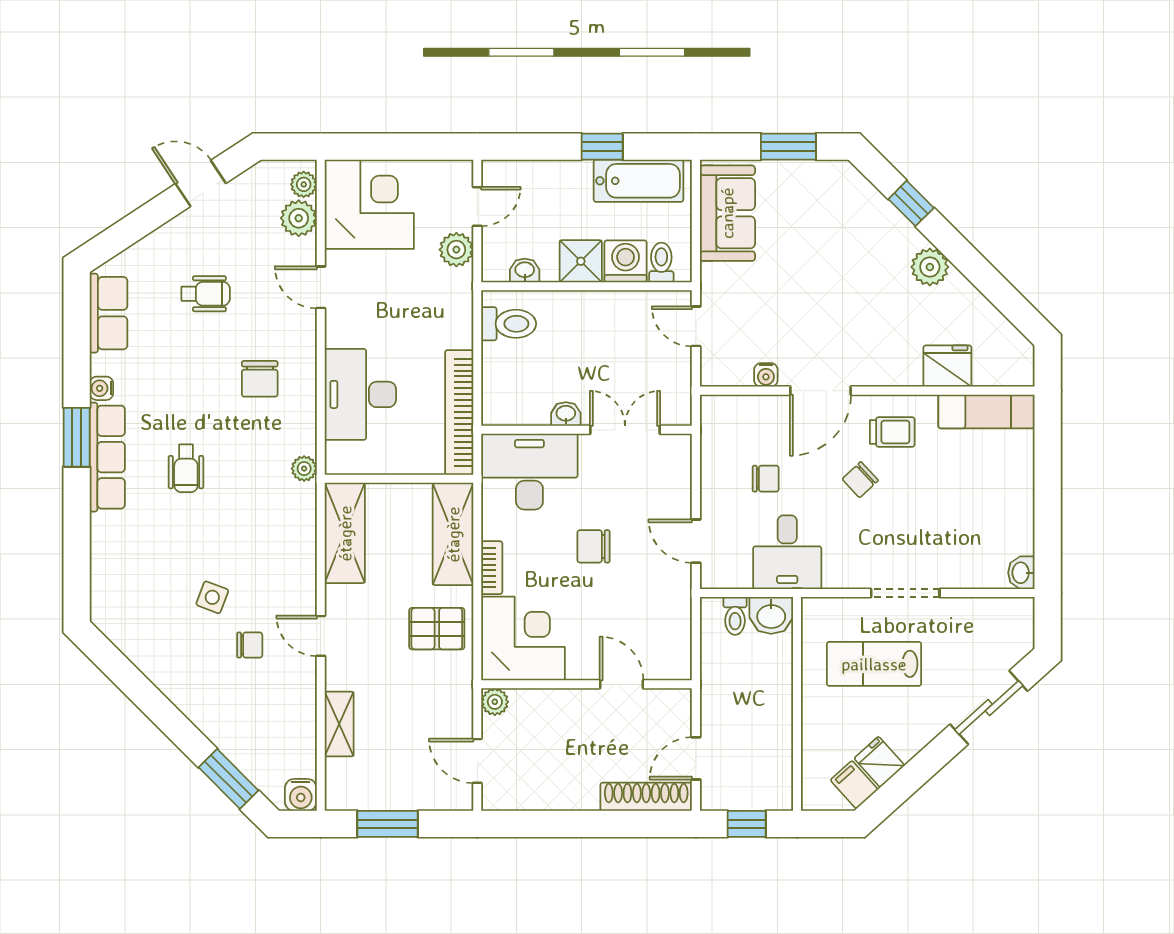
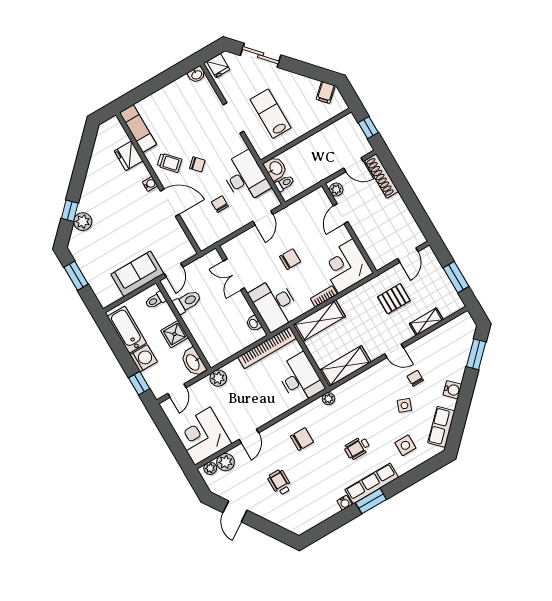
window: (602, 147) -> (139, 383), moved
door: (477, 206) -> (177, 391), swing flipped
sofa: (727, 213) -> (137, 274), moved
plant: (456, 250) -> (218, 378), moved
washing machine: (626, 261) -> (144, 358), moved, turned 180
plant: (930, 267) -> (83, 222), moved
washbasin: (525, 270) -> (193, 362), width x1.91, depth x1.45
row of seats: (109, 313) -> (441, 427), moved, turned -45
toilet: (509, 324) -> (187, 302), moved, turned 90
water cooler: (766, 375) -> (150, 184), moved
desk: (360, 394) -> (300, 378), moved, turned -90
washbasin: (566, 414) -> (254, 323), moved
trolley: (892, 432) -> (170, 163), turned 138
wheelchair: (186, 468) -> (357, 448), turned 180
chair: (594, 546) -> (290, 259), turned -90
desk: (787, 552) -> (245, 177), width x1.37
side table: (140, 557) -> (405, 445), added
pallet: (437, 629) -> (394, 299), moved, turned 90
door: (321, 636) -> (394, 351), hinge flipped
lab bench: (874, 664) -> (271, 114), turned 180
plant: (495, 702) -> (336, 189), moved
fridge: (879, 762) -> (218, 66), moved, turned -48
water cooler: (301, 795) -> (452, 390), moved, turned 45

